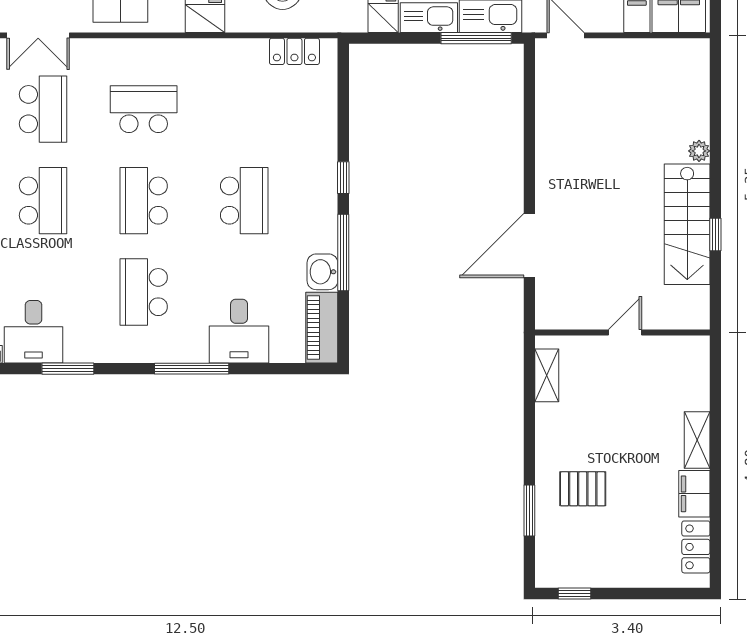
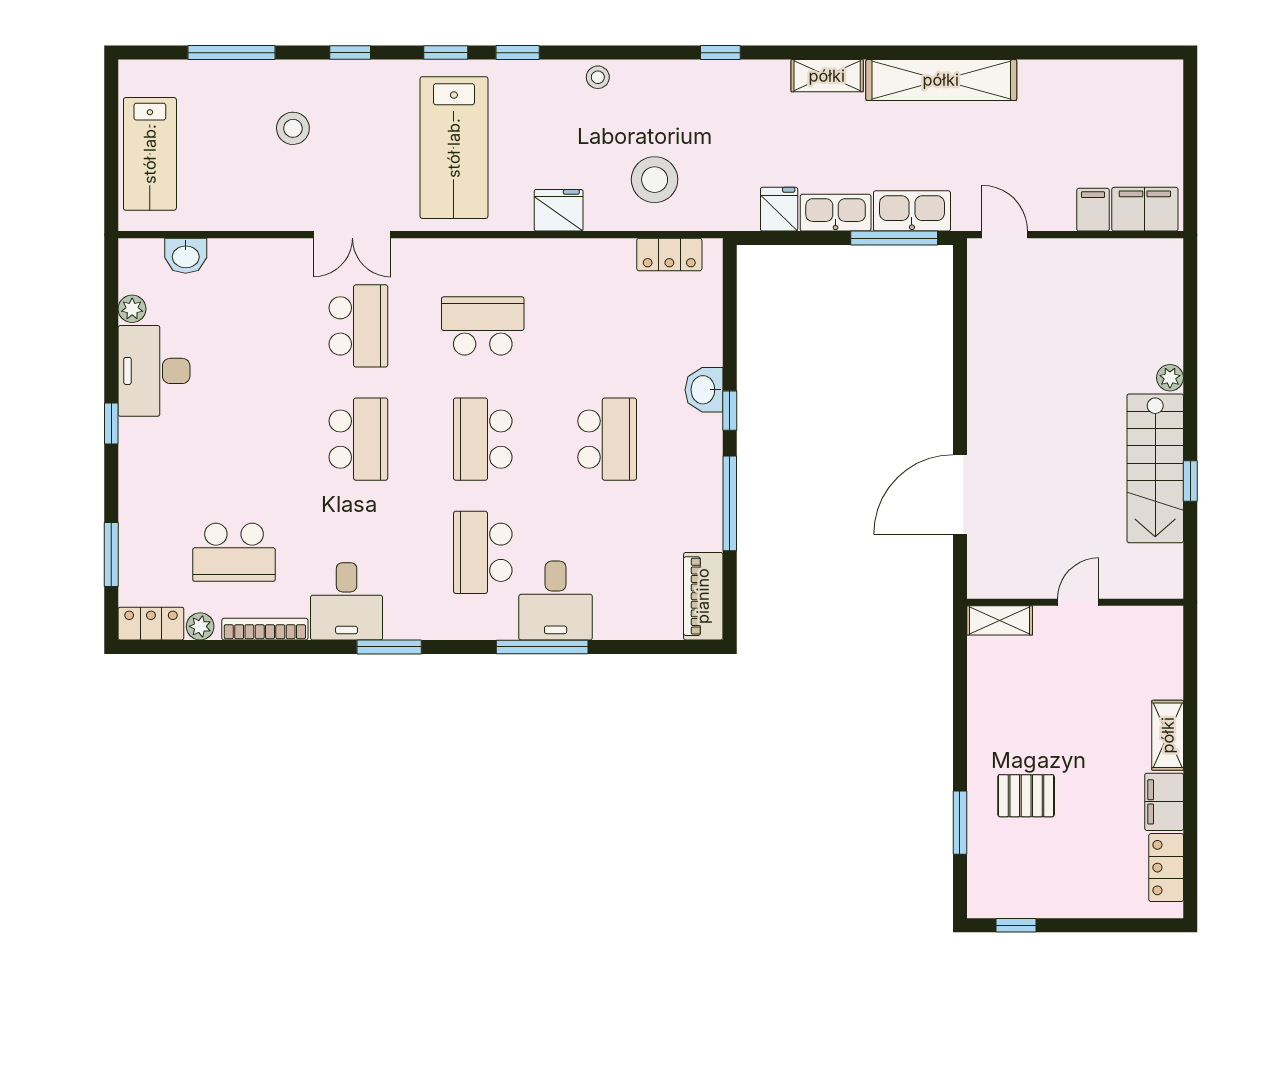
washbasin: (322, 272) -> (704, 390), moved
desk: (239, 331) -> (556, 601), moved
shelving: (547, 375) -> (1000, 620), moved, turned 90

